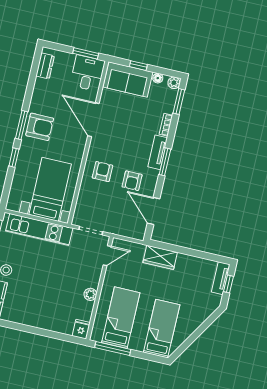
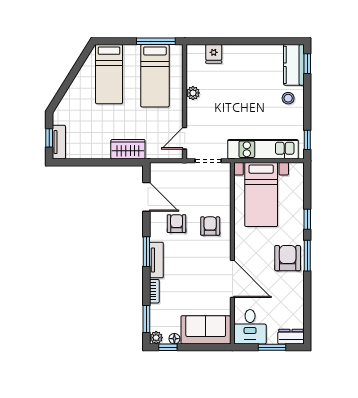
window: (86, 53) -> (272, 347), moved
dresser: (45, 66) -> (291, 337), moved, turned 90
window: (138, 66) -> (168, 347), moved
armchair: (40, 127) -> (288, 258), turned 90
armchair: (102, 172) -> (210, 226), turned 180
fridge: (81, 329) -> (214, 54), moved

